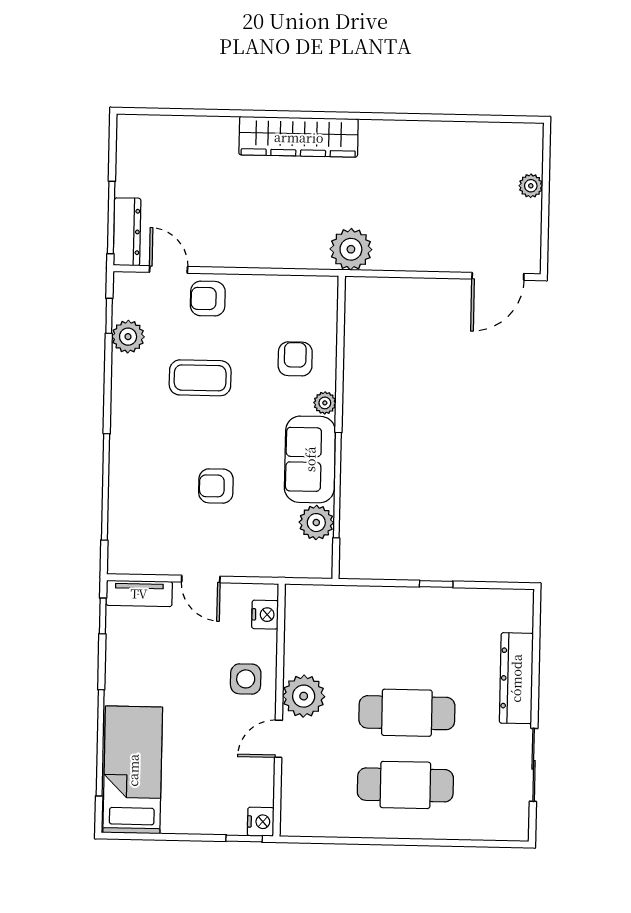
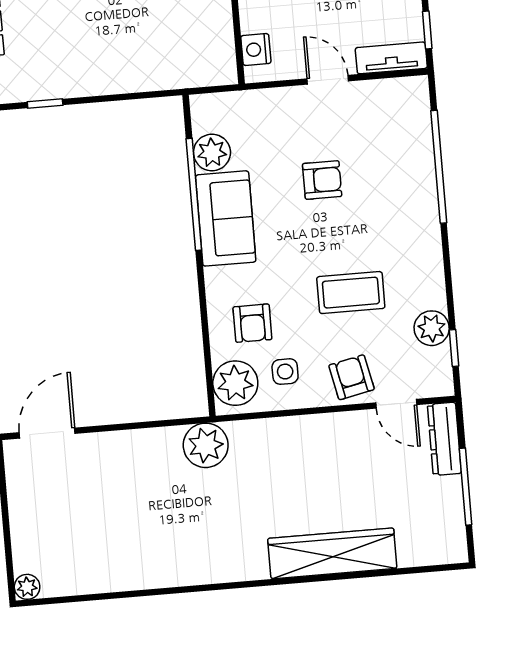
wardrobe: (299, 137) -> (332, 553), moved
plant: (531, 186) -> (27, 587), moved
window: (111, 218) -> (466, 487), moved
armchair: (208, 299) -> (352, 377), turned -102
side table: (269, 310) -> (285, 372), added
plant: (325, 403) -> (235, 383), moved, width x1.88, depth x1.88
window: (436, 584) -> (45, 104), moved

